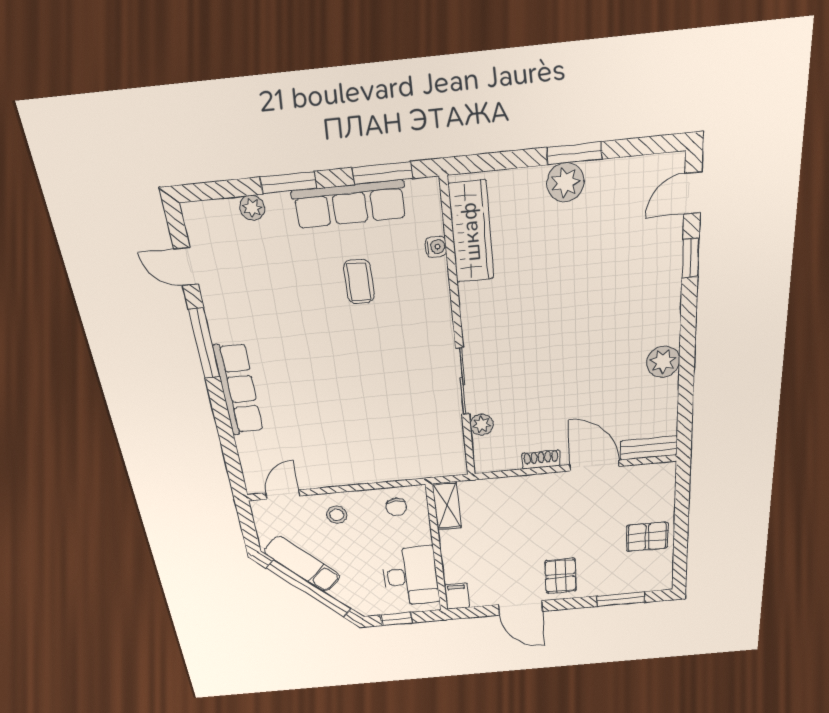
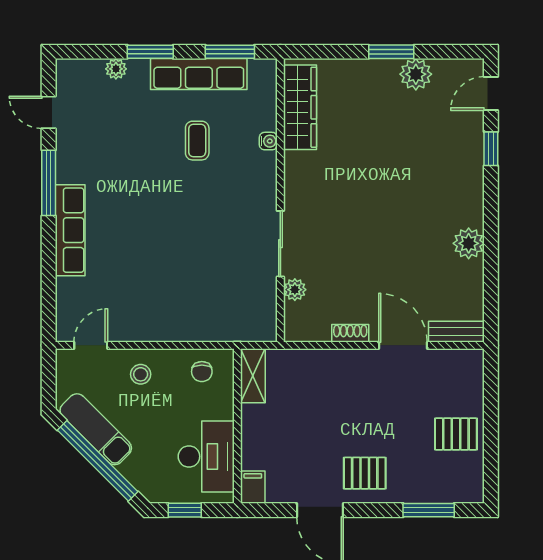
plant: (565, 182) -> (416, 74), moved
water cooler: (436, 247) -> (268, 141), moved
pallet: (561, 576) -> (365, 473), turned 90

